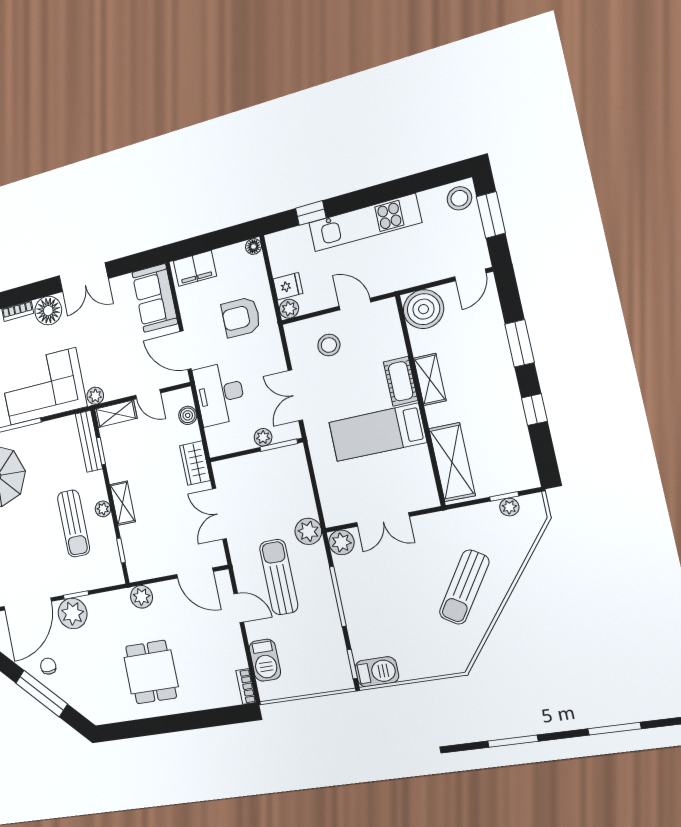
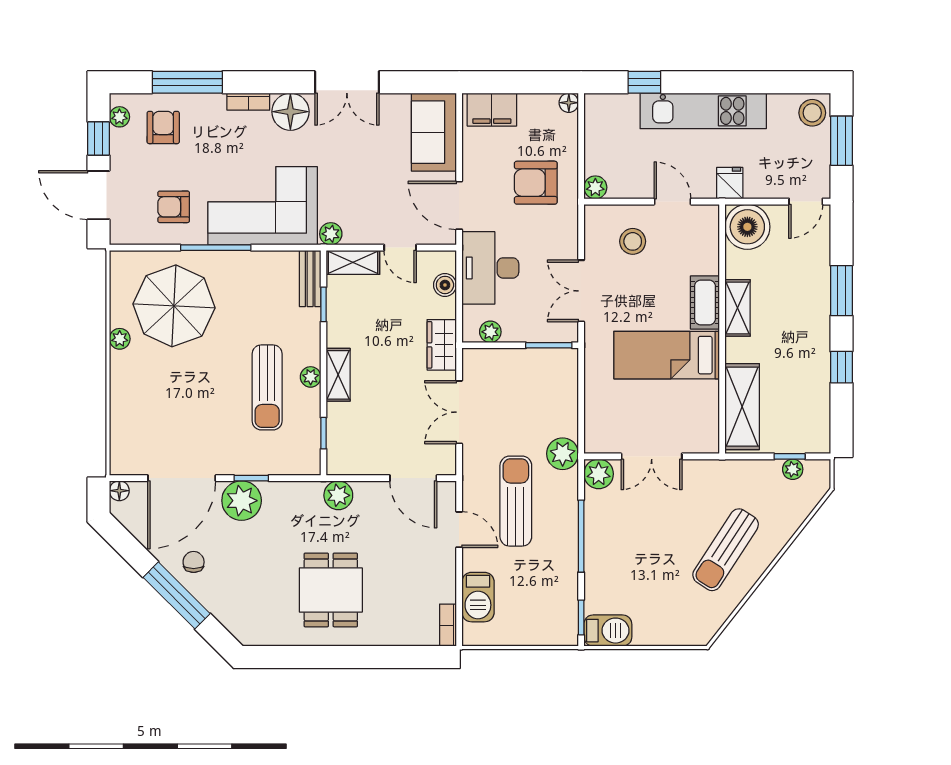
fridge: (288, 286) -> (730, 183), moved, turned -90
plant: (263, 437) -> (490, 332), moved
bench: (89, 441) -> (310, 278), width x0.73

